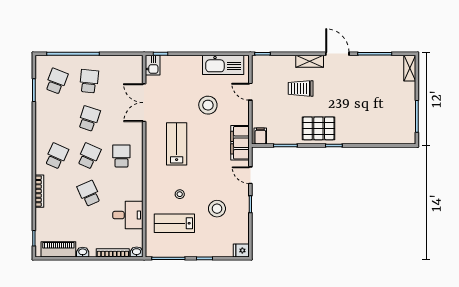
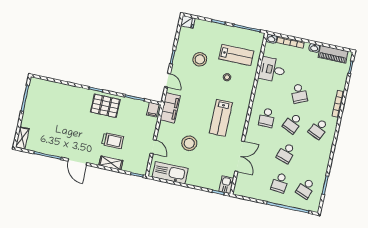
shelving: (310, 61) -> (111, 163), moved

